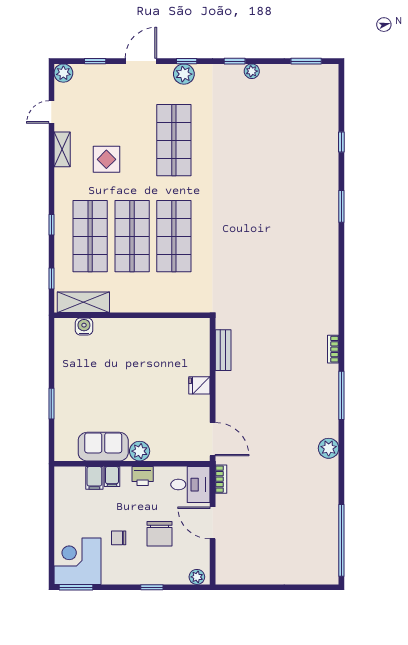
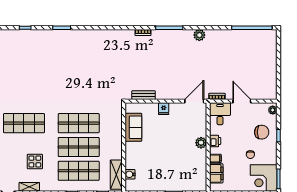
sofa: (103, 447) -> (133, 127), moved, turned 180
filing cabinet: (94, 478) -> (216, 173), width x2.00
door: (213, 523) -> (242, 101), swing flipped
chair: (159, 534) -> (262, 132), moved

